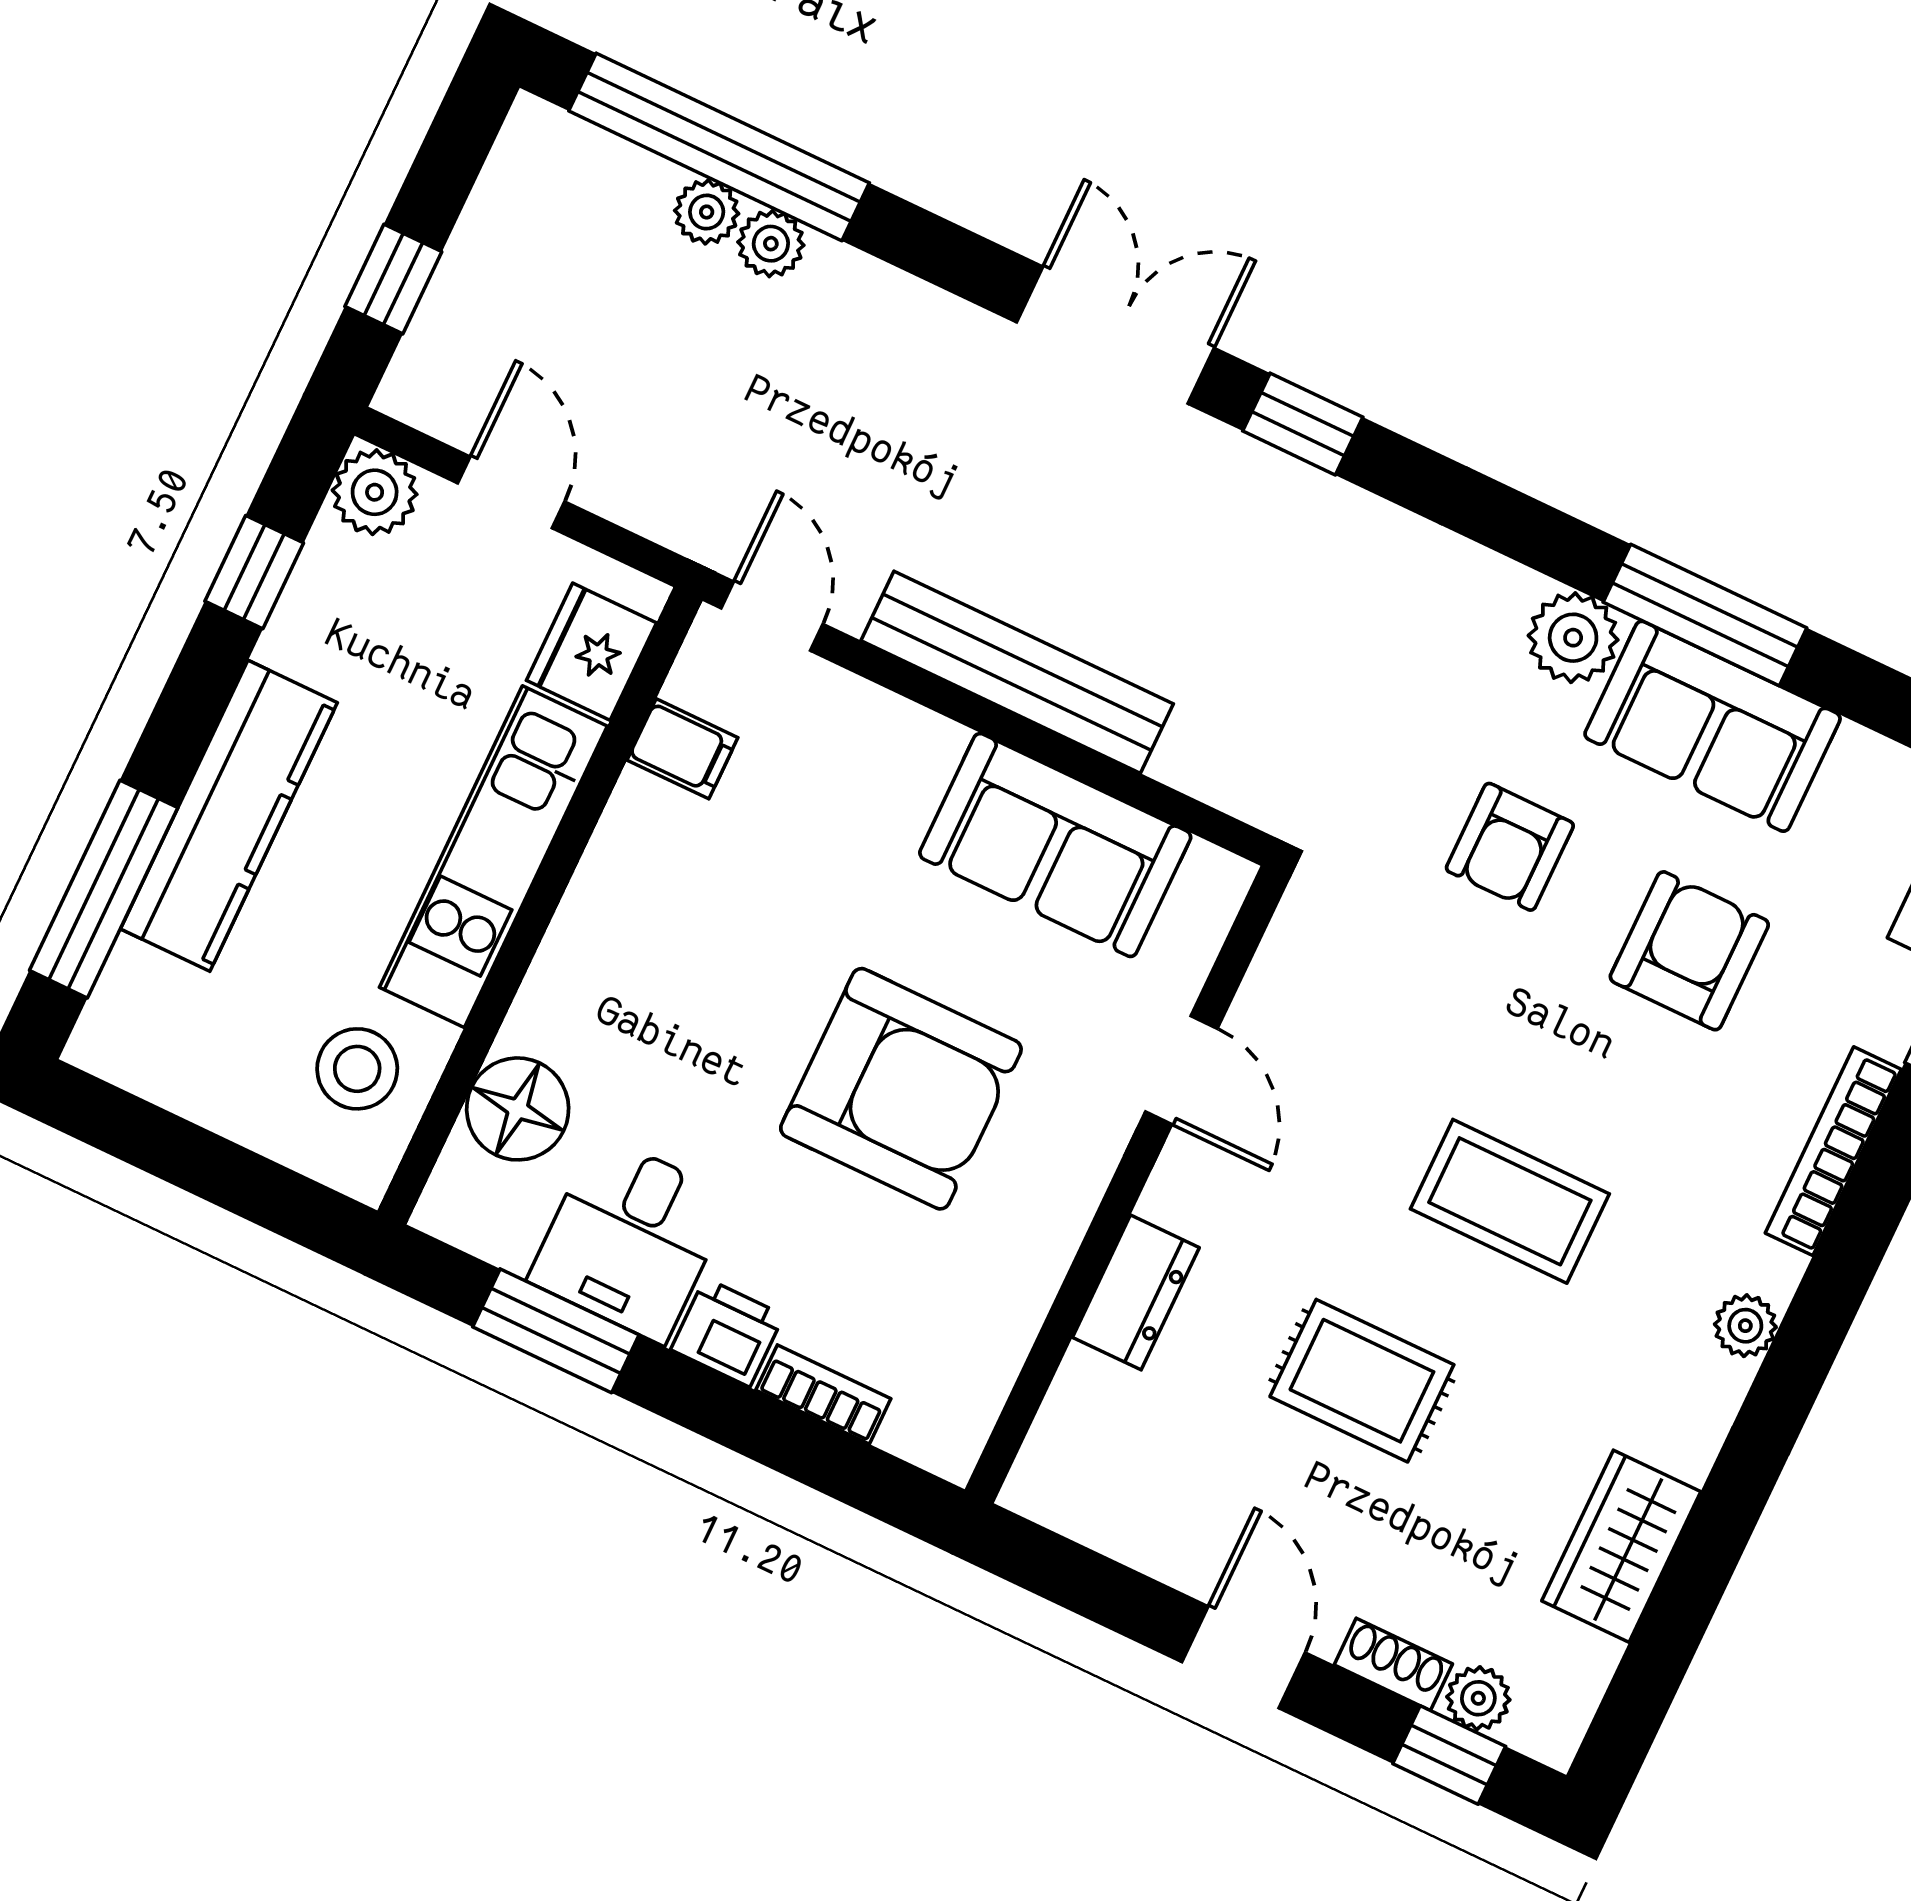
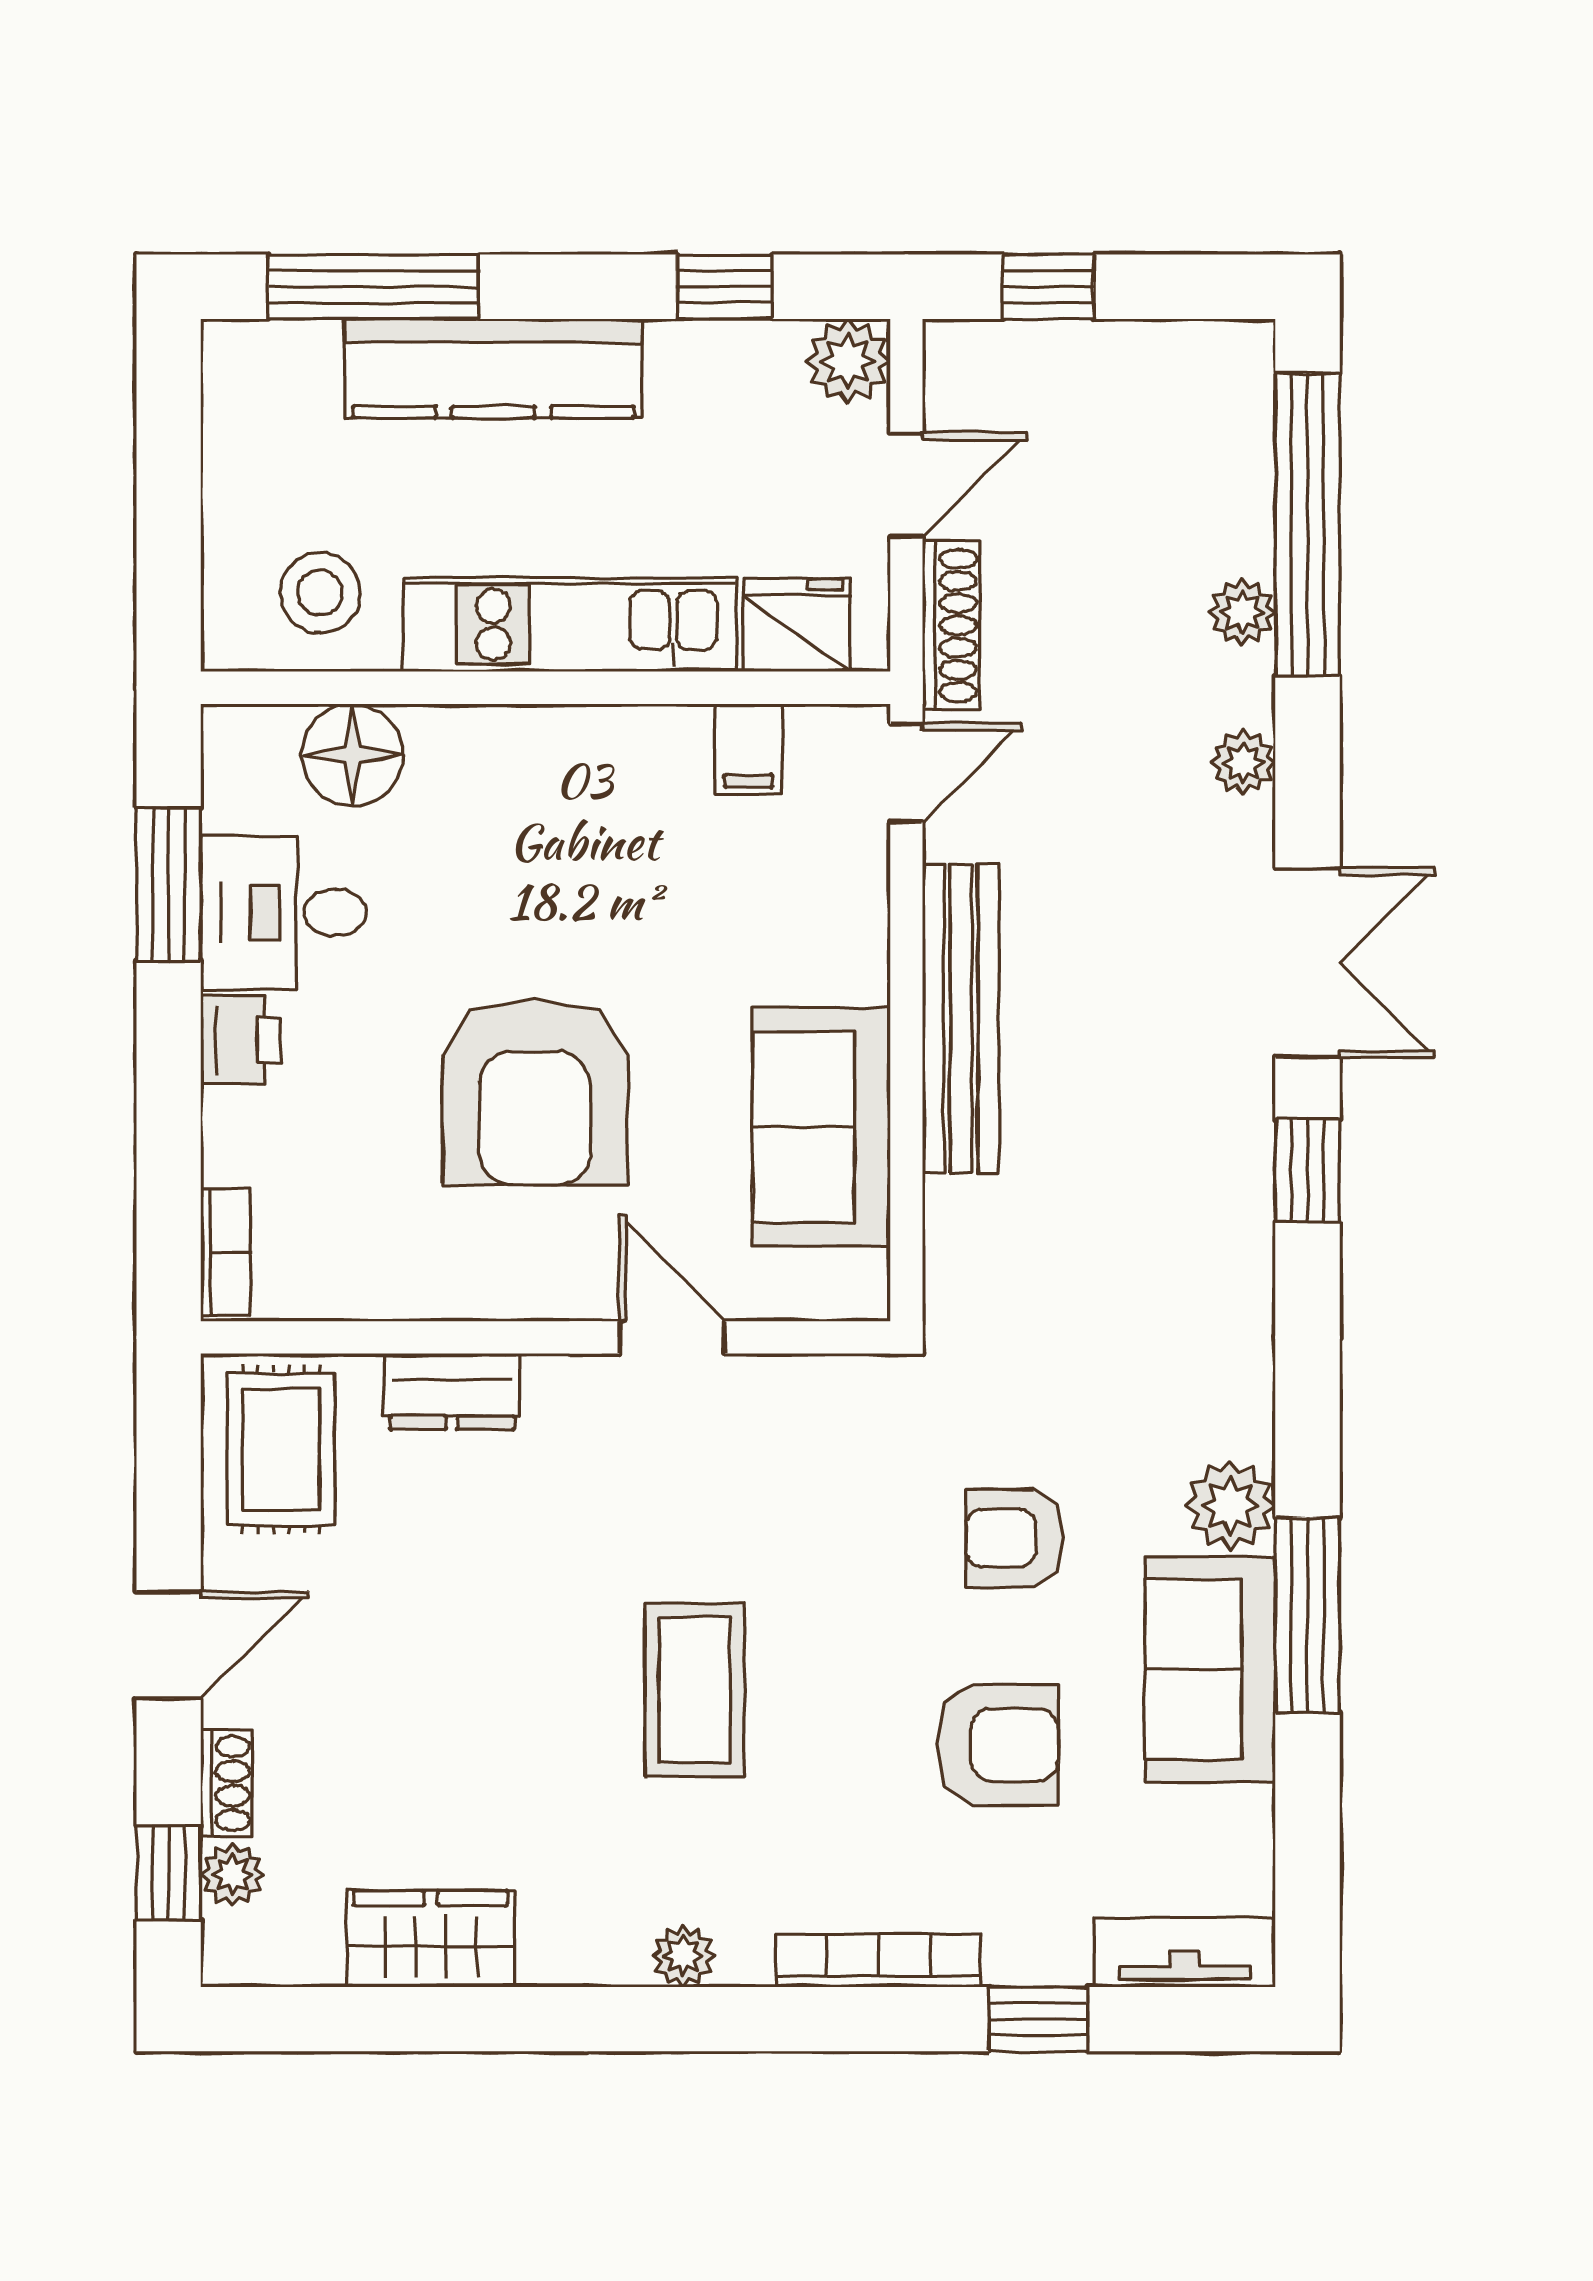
plant: (707, 212) -> (1243, 763), moved
shoe rack: (658, 512) -> (951, 626), added
door: (1181, 1070) -> (672, 1337), swing flipped
rug: (1362, 1381) -> (281, 1449), moved
bookcase: (823, 1394) -> (226, 1252), moved

